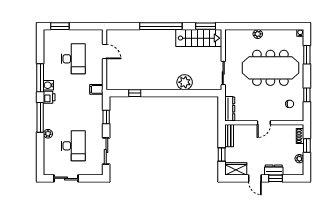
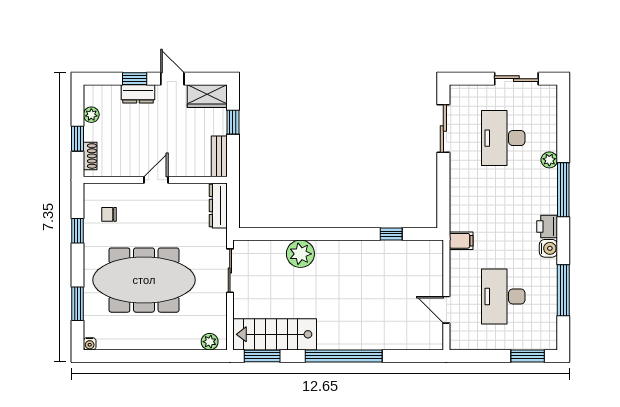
plant: (258, 34) -> (210, 342), moved
window: (40, 78) -> (563, 290), moved
window: (106, 117) -> (443, 190), removed

